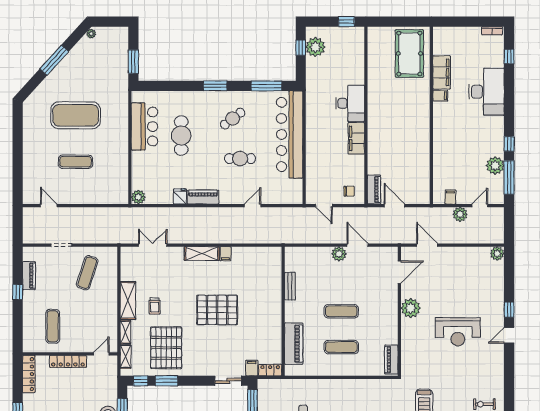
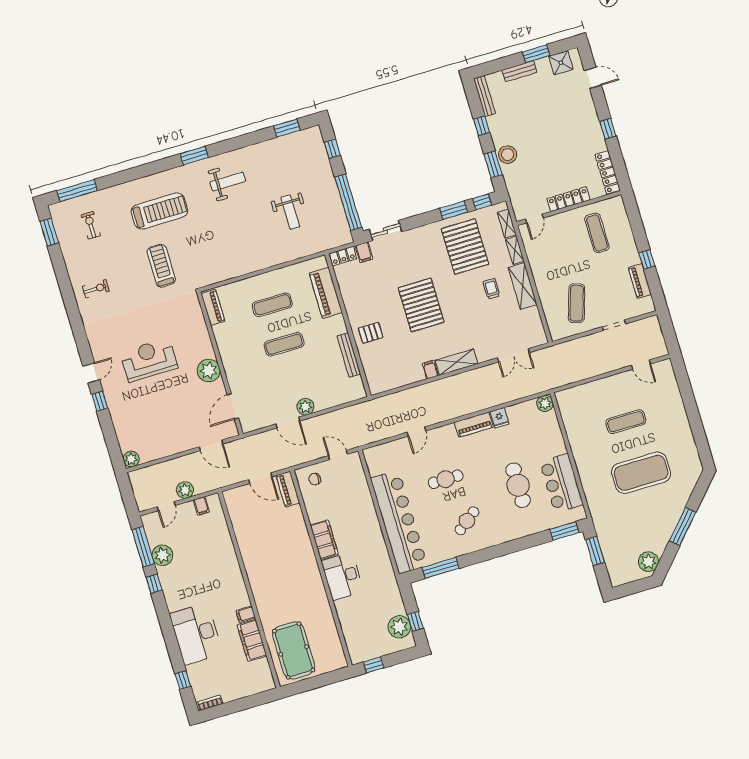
plant: (91, 34) -> (648, 562), width x1.88, depth x1.88
window: (215, 86) -> (564, 531), moved
bench: (290, 286) -> (349, 355), width x1.36
pallet: (266, 299) -> (371, 333), added
pallet: (217, 310) -> (421, 305), turned 90

